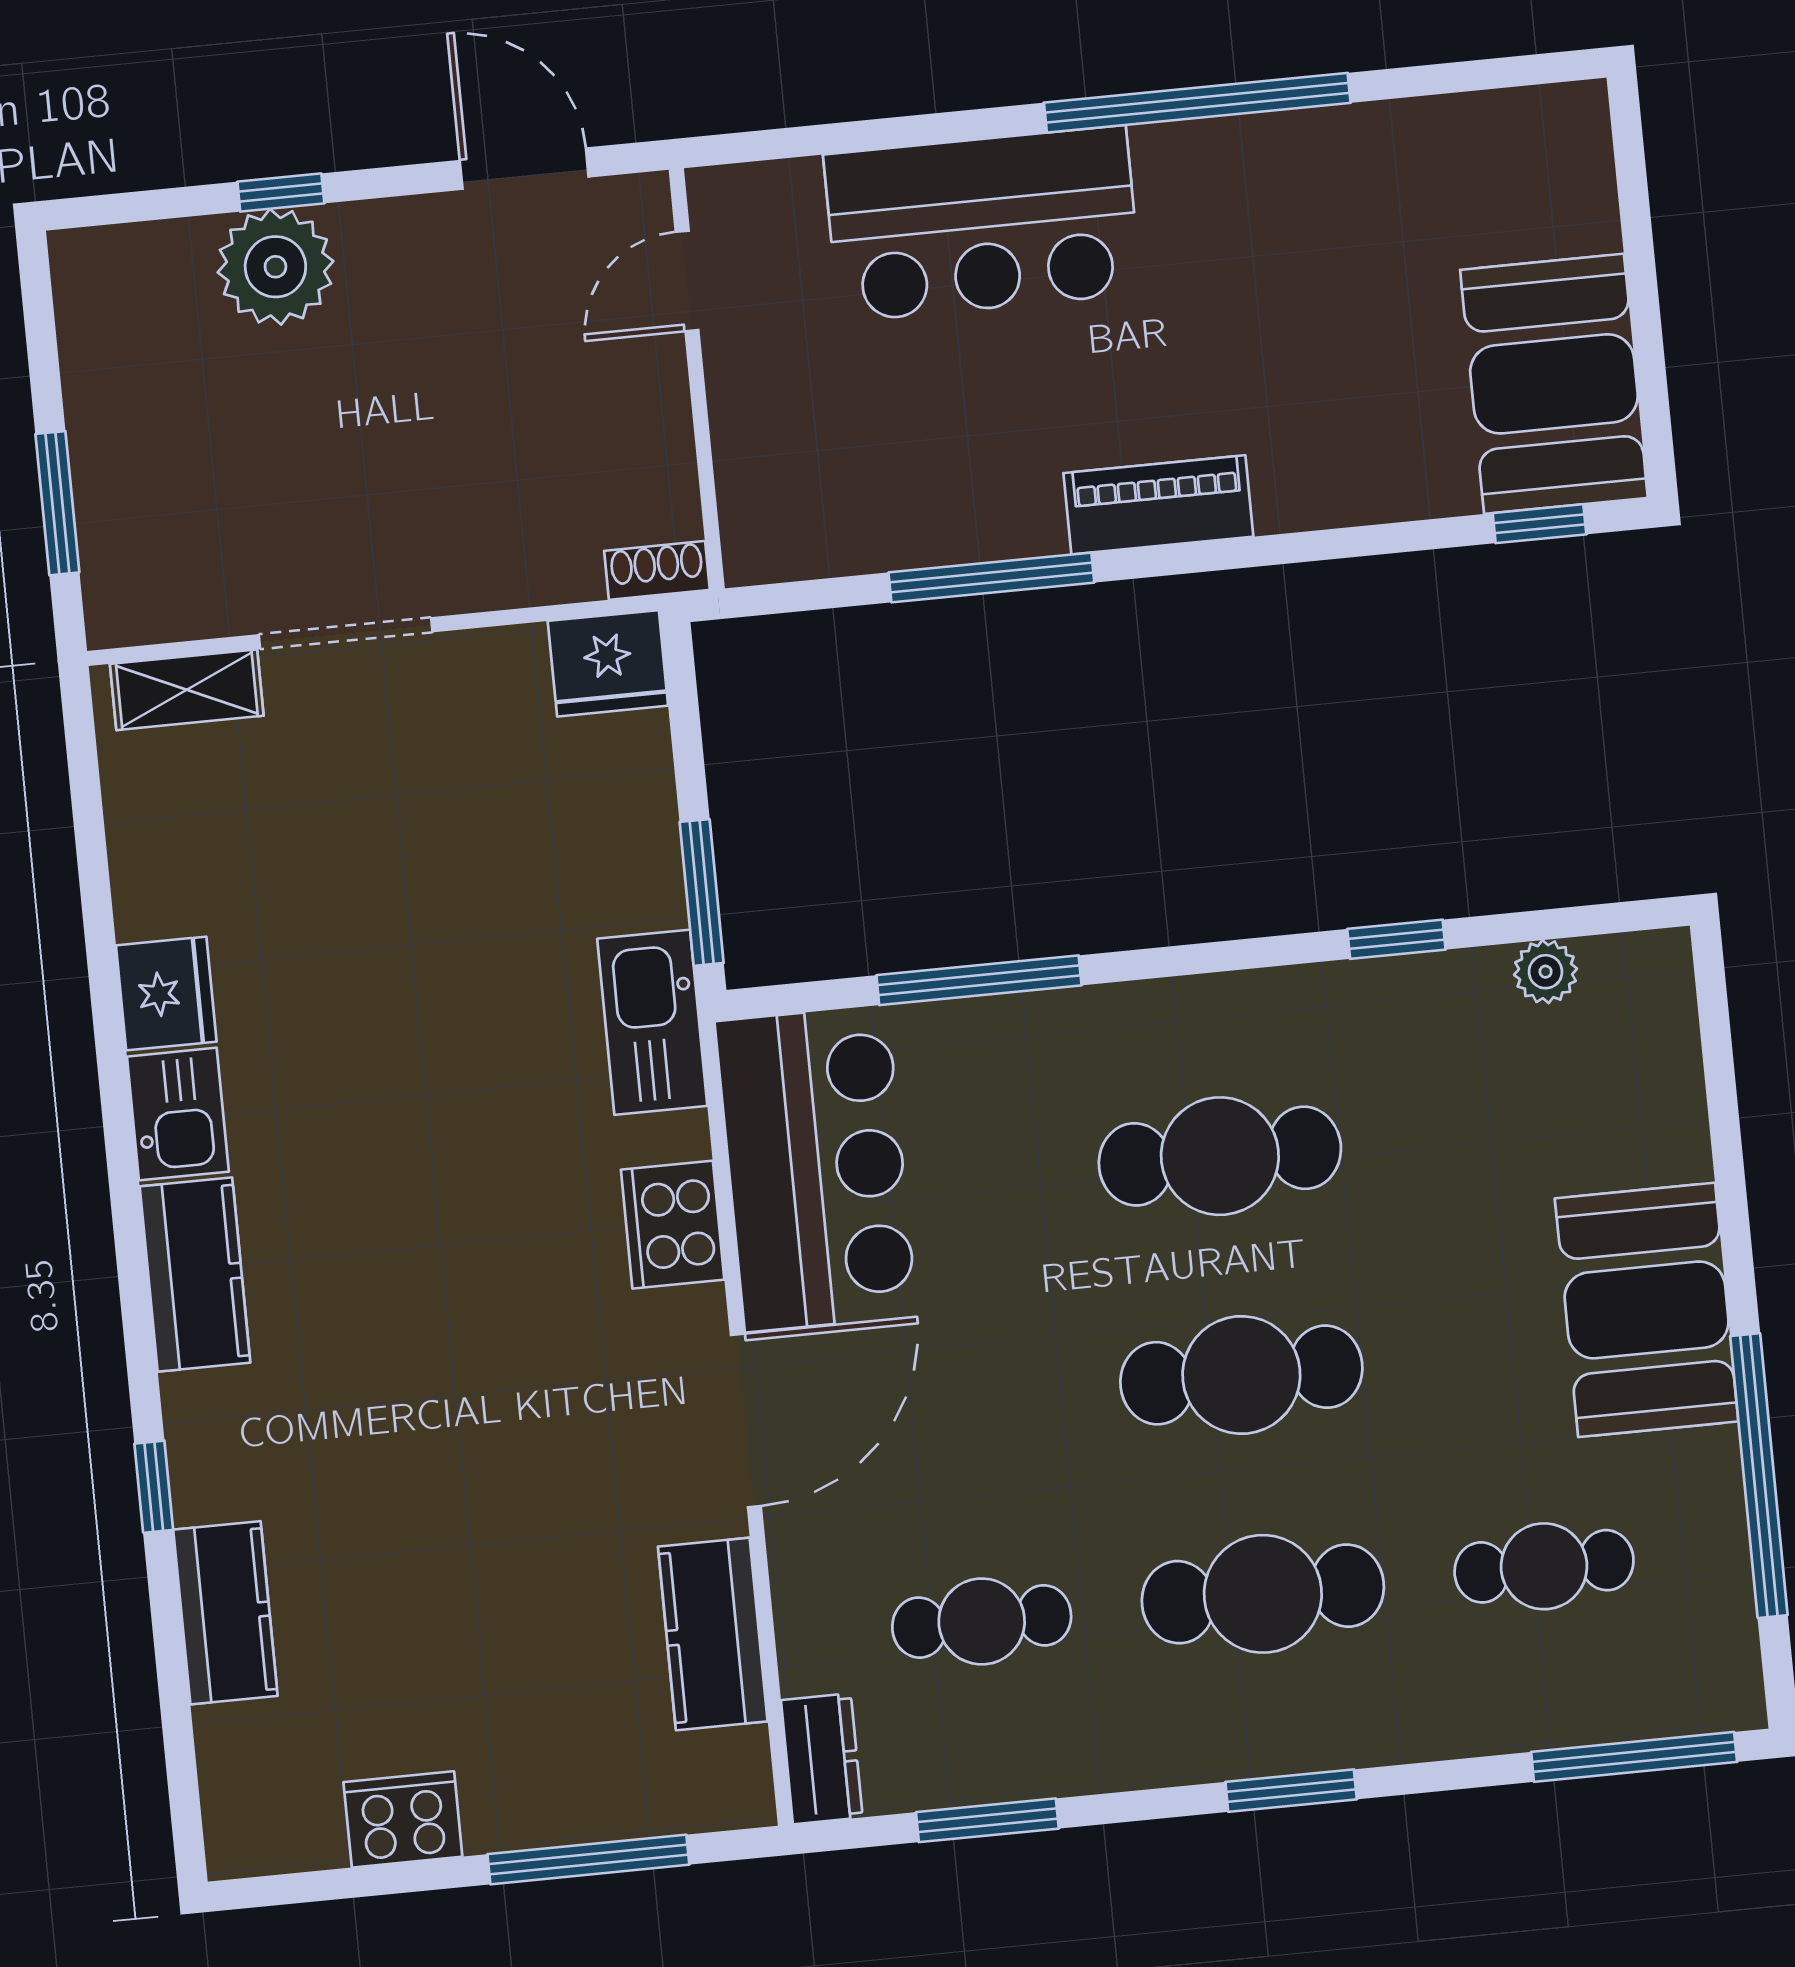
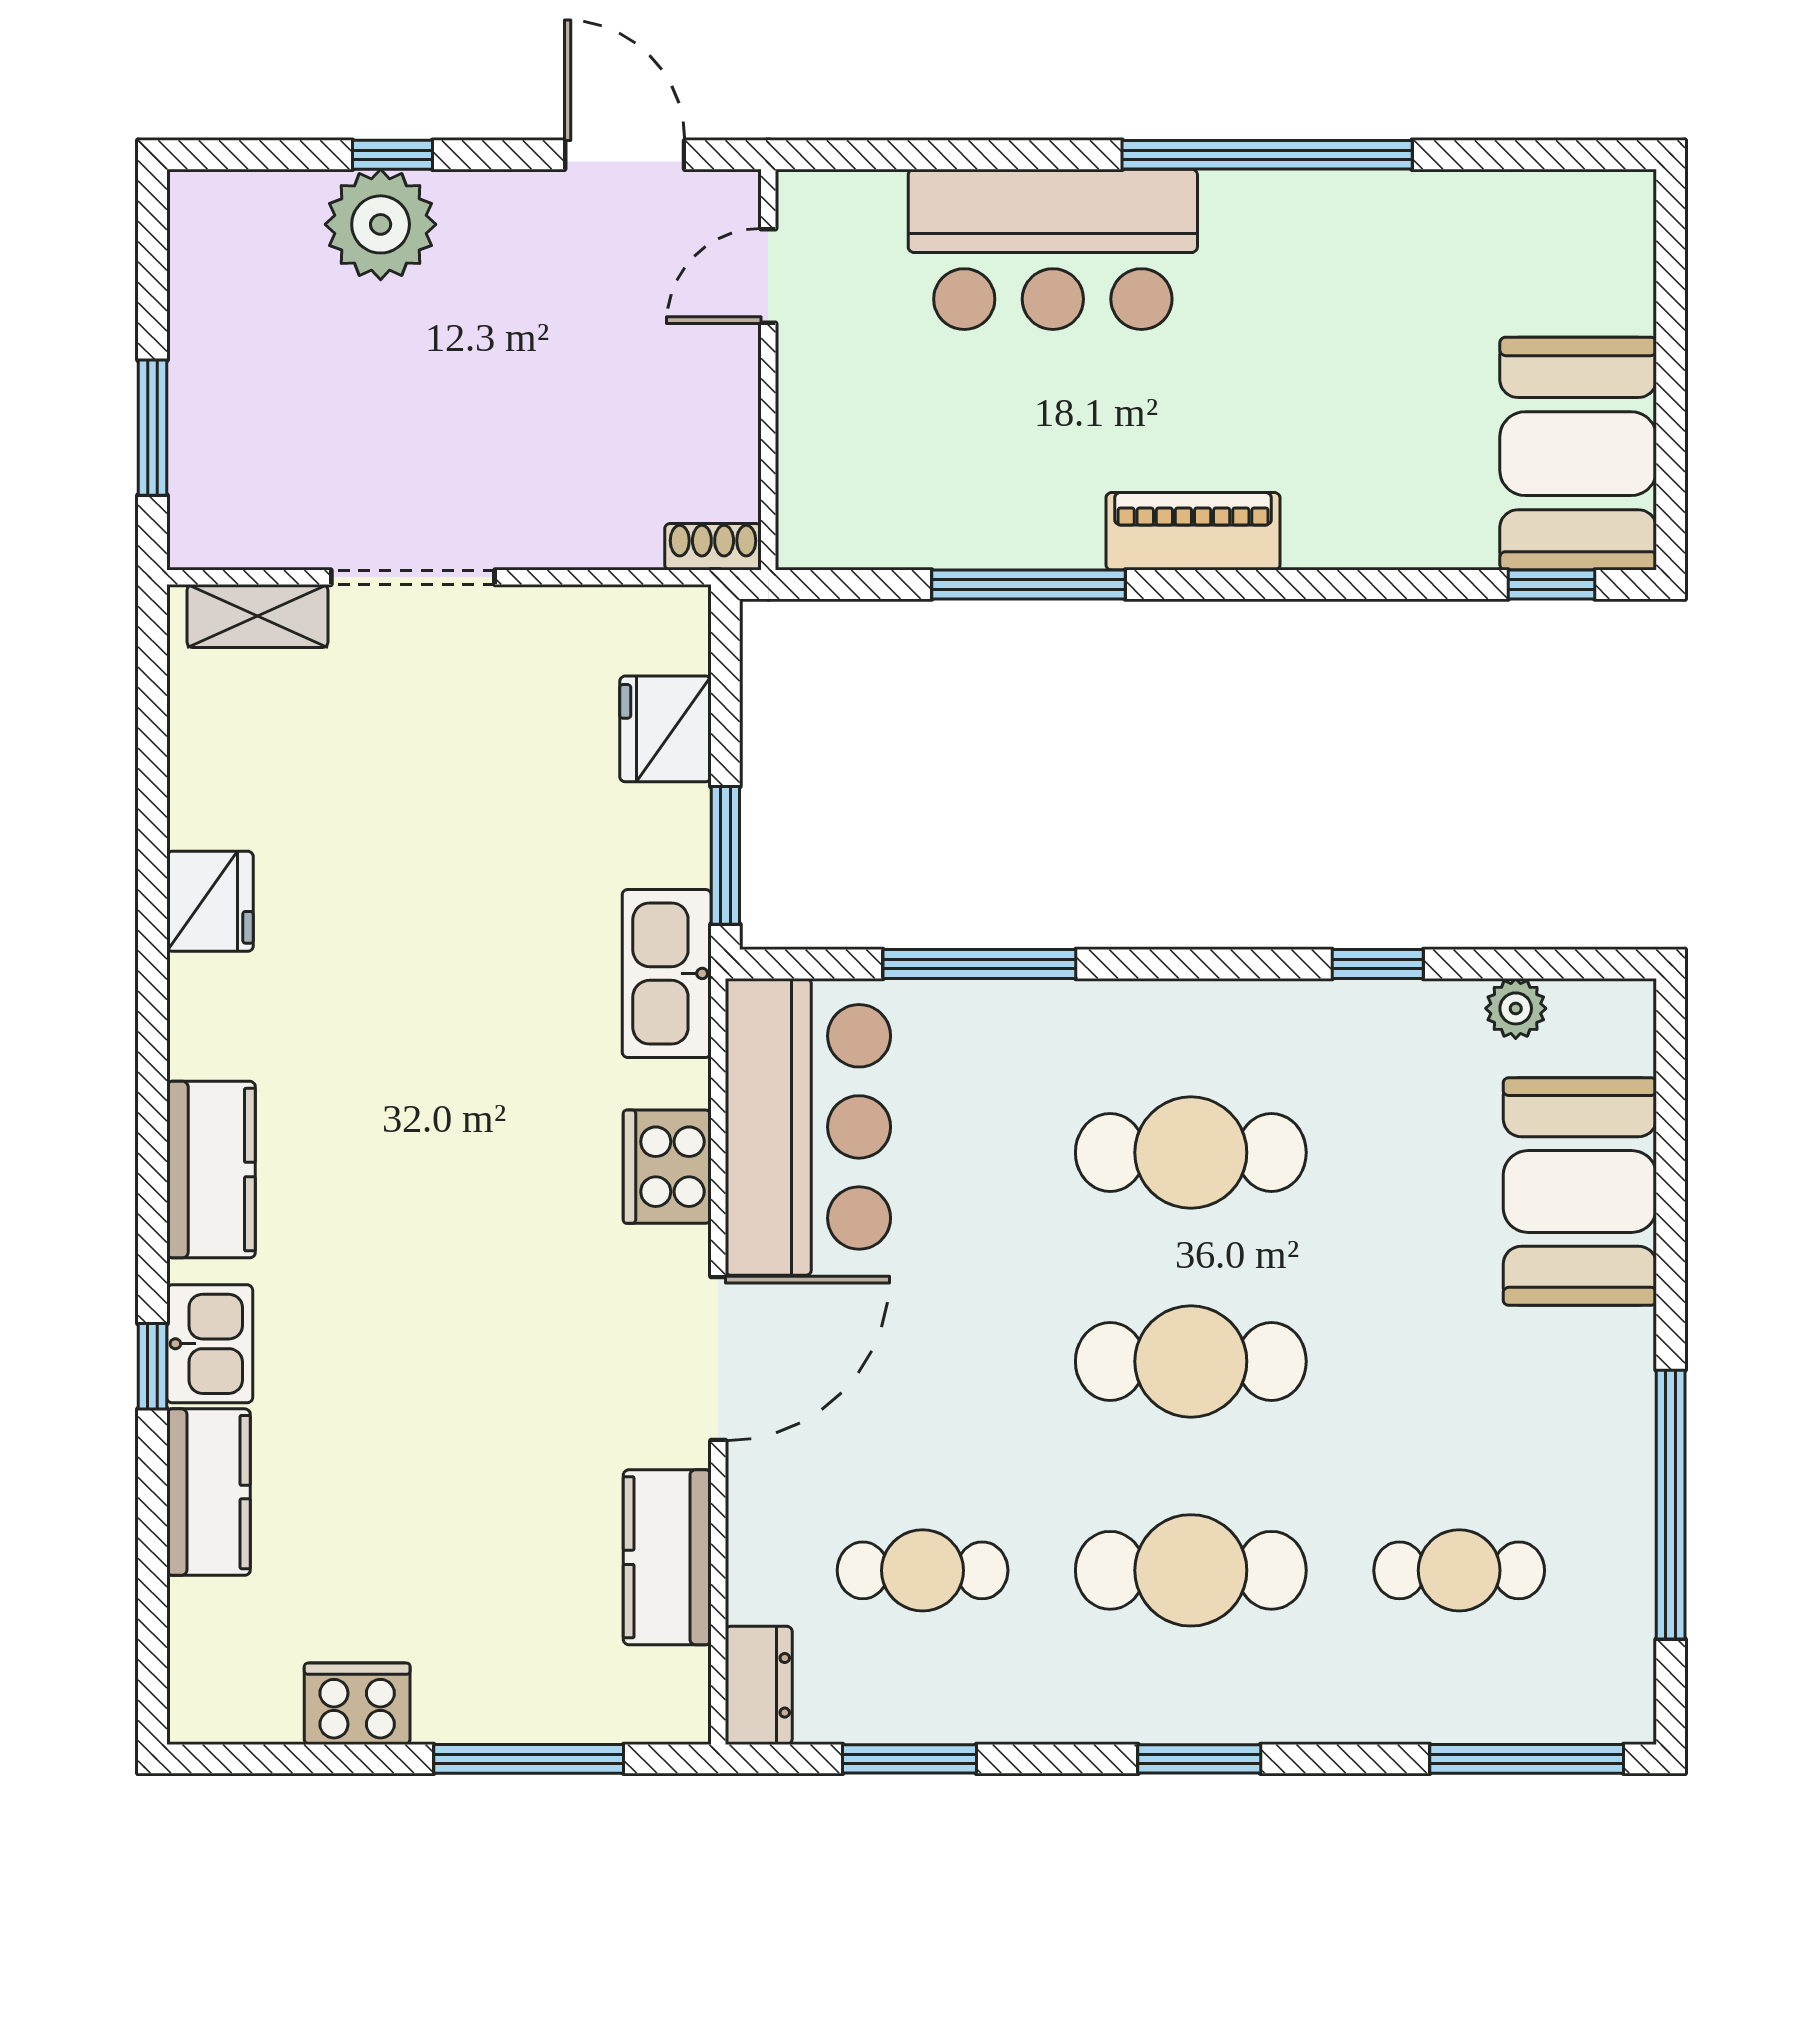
fridge: (608, 663) -> (665, 729), moved, turned 90
kitchen sink: (178, 1114) -> (210, 1344), moved
booth: (1647, 1310) -> (1580, 1191), moved

